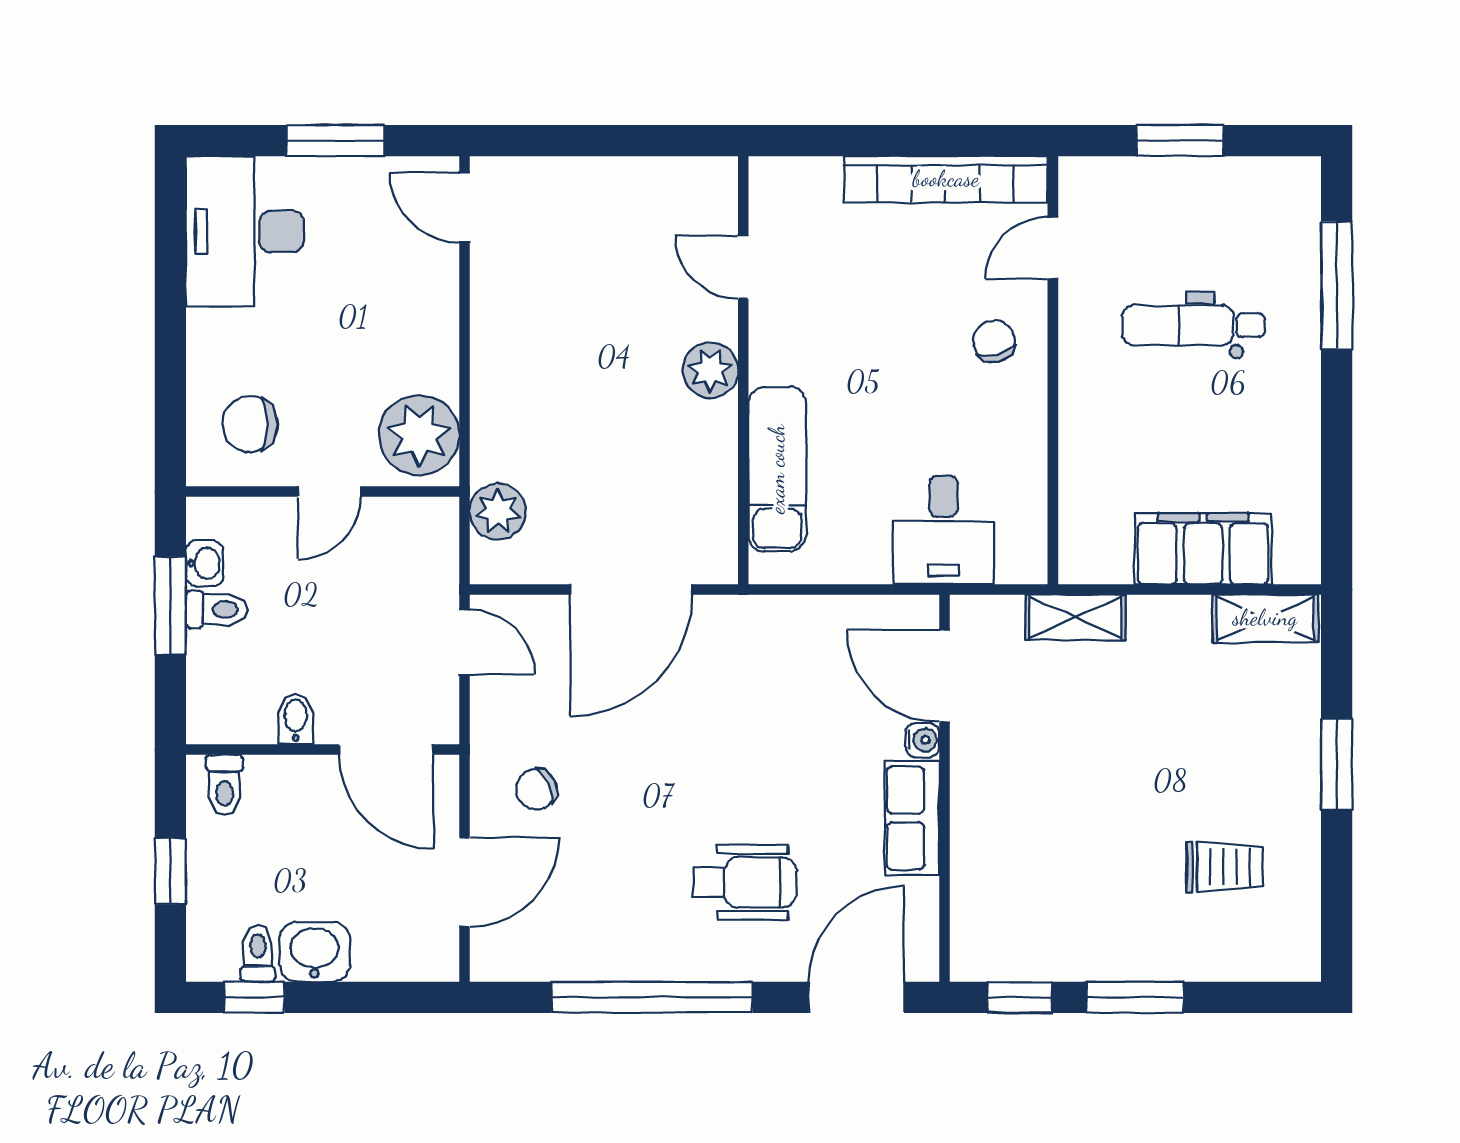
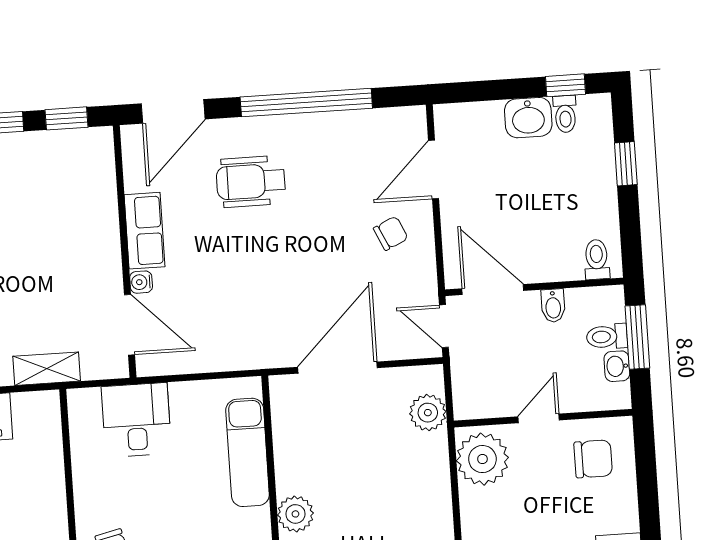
bidet: (296, 719) -> (553, 306), moved
wall: (323, 750) -> (534, 287), moved
door: (386, 750) -> (493, 290), moved
toilet: (225, 785) -> (597, 259), moved

